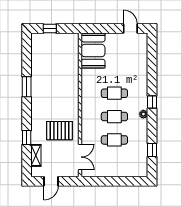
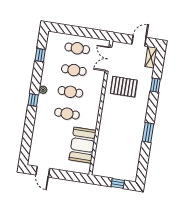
booth: (93, 51) -> (83, 145), moved
shelving: (36, 155) -> (151, 57), moved
cafe table: (114, 163) -> (77, 48), added

